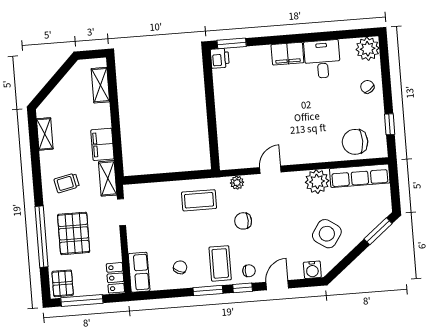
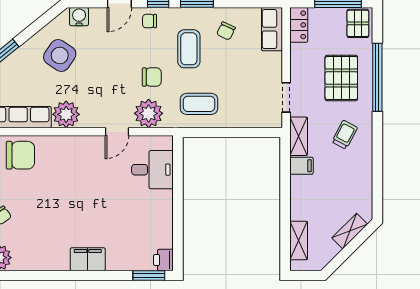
desk: (322, 59) -> (152, 170), moved, turned -90
shelving: (45, 134) -> (350, 231), moved, turned 45
filing cabinet: (102, 144) -> (301, 166), width x0.50
trolley: (67, 183) -> (345, 135), turned -50
plant: (237, 183) -> (149, 113), width x1.88, depth x1.88
coffee table: (220, 263) -> (189, 49), moved

